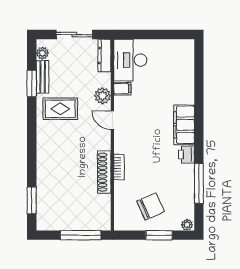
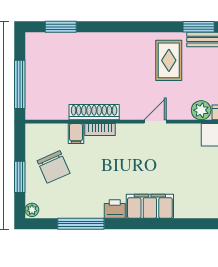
filing cabinet: (122, 89) -> (76, 134), moved
plant: (103, 96) -> (201, 110), moved

